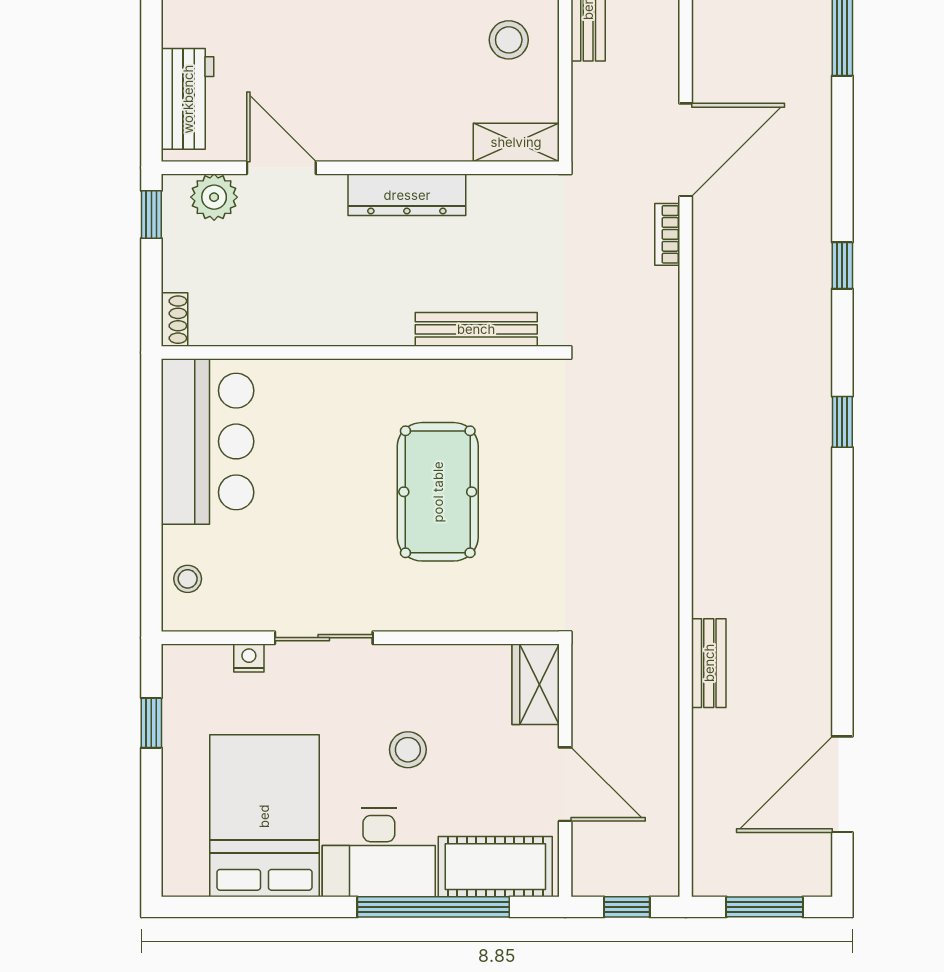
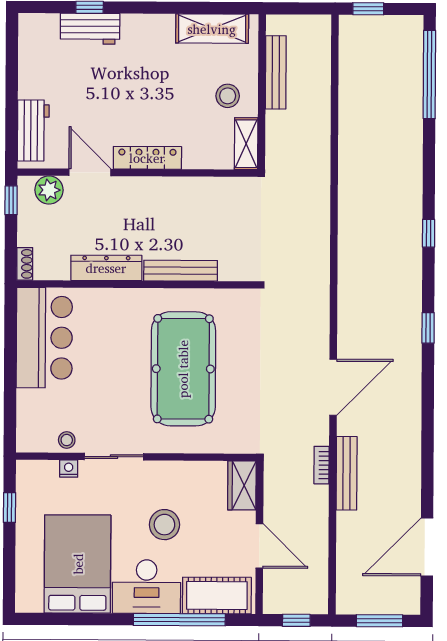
shelving: (516, 142) -> (246, 144), moved, turned 90
locker: (377, 143) -> (147, 158), added
door: (686, 150) -> (333, 387), moved
dresser: (407, 195) -> (106, 268), moved, turned 180
bookcase: (667, 234) -> (322, 465), moved
bench: (476, 329) -> (181, 271), moved
pool table: (438, 492) -> (183, 369), width x1.36, depth x1.32
stool: (188, 579) -> (67, 440), moved
bench: (709, 663) -> (347, 473), width x1.36
stool: (408, 750) -> (164, 525), width x1.38, depth x1.38

